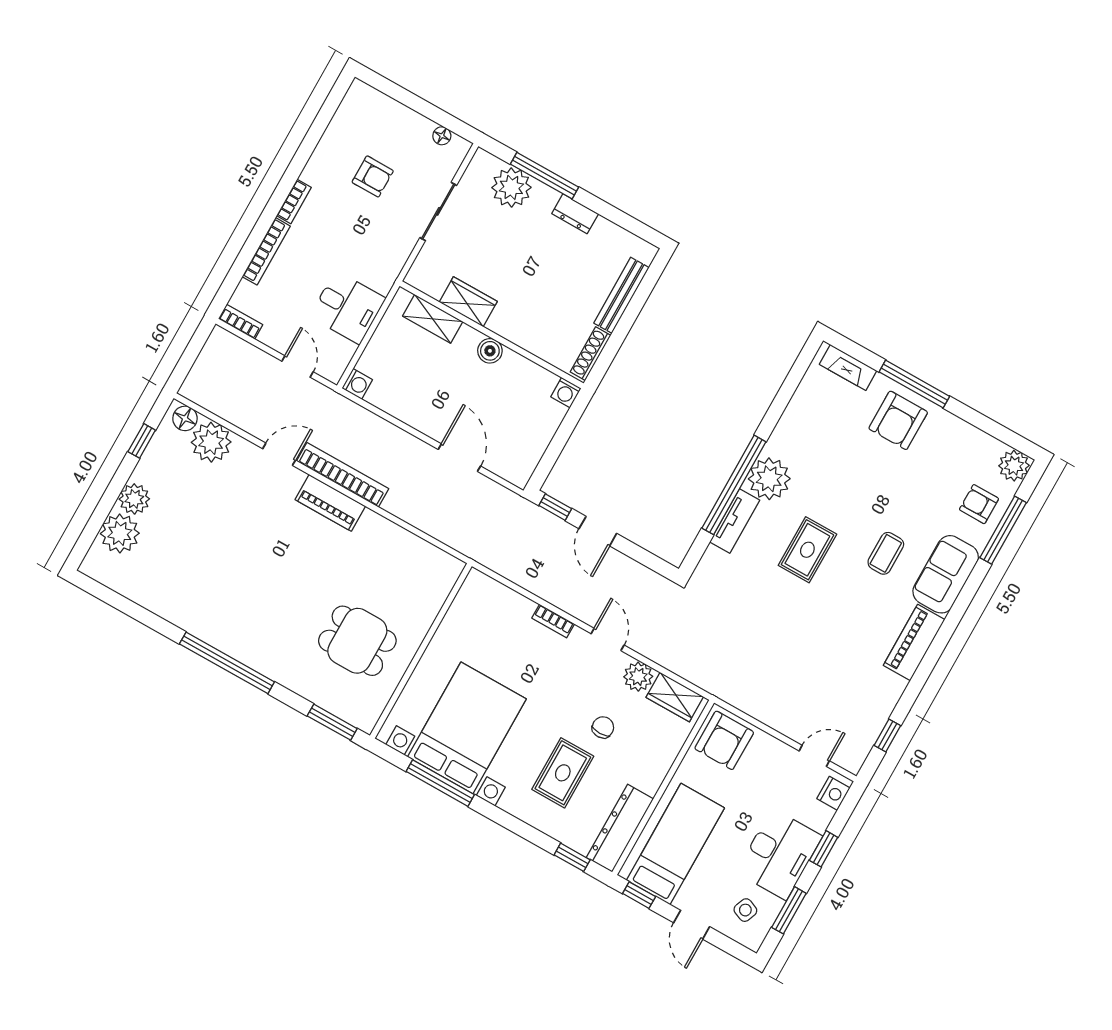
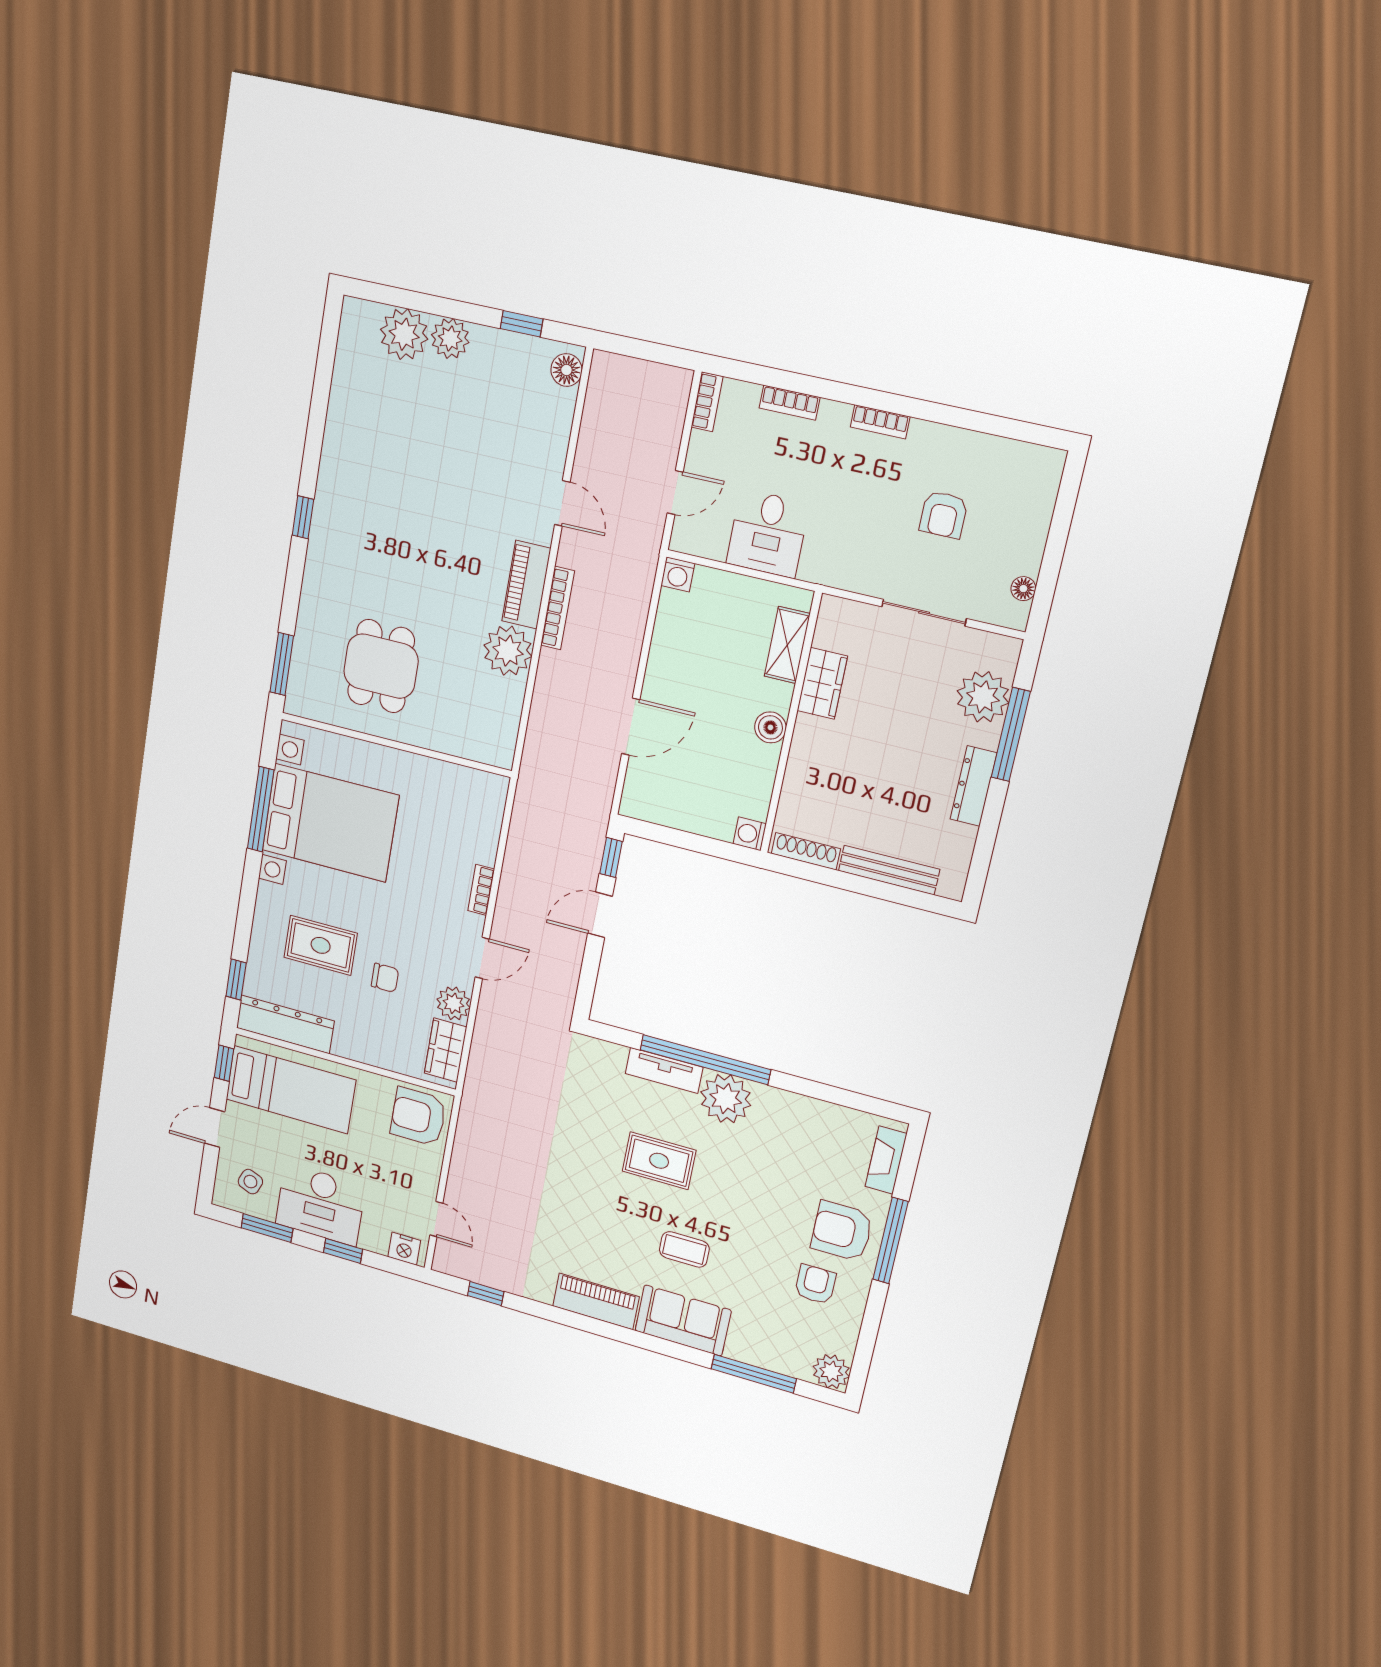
dresser: (575, 214) -> (974, 786), width x1.44
bookcase: (266, 251) -> (790, 403), width x0.64
plant: (211, 442) -> (508, 651), moved
bookcase: (343, 475) -> (558, 608), width x0.68, depth x0.76
armchair: (979, 504) -> (815, 1284), moved
window: (227, 663) -> (303, 517), width x0.32

